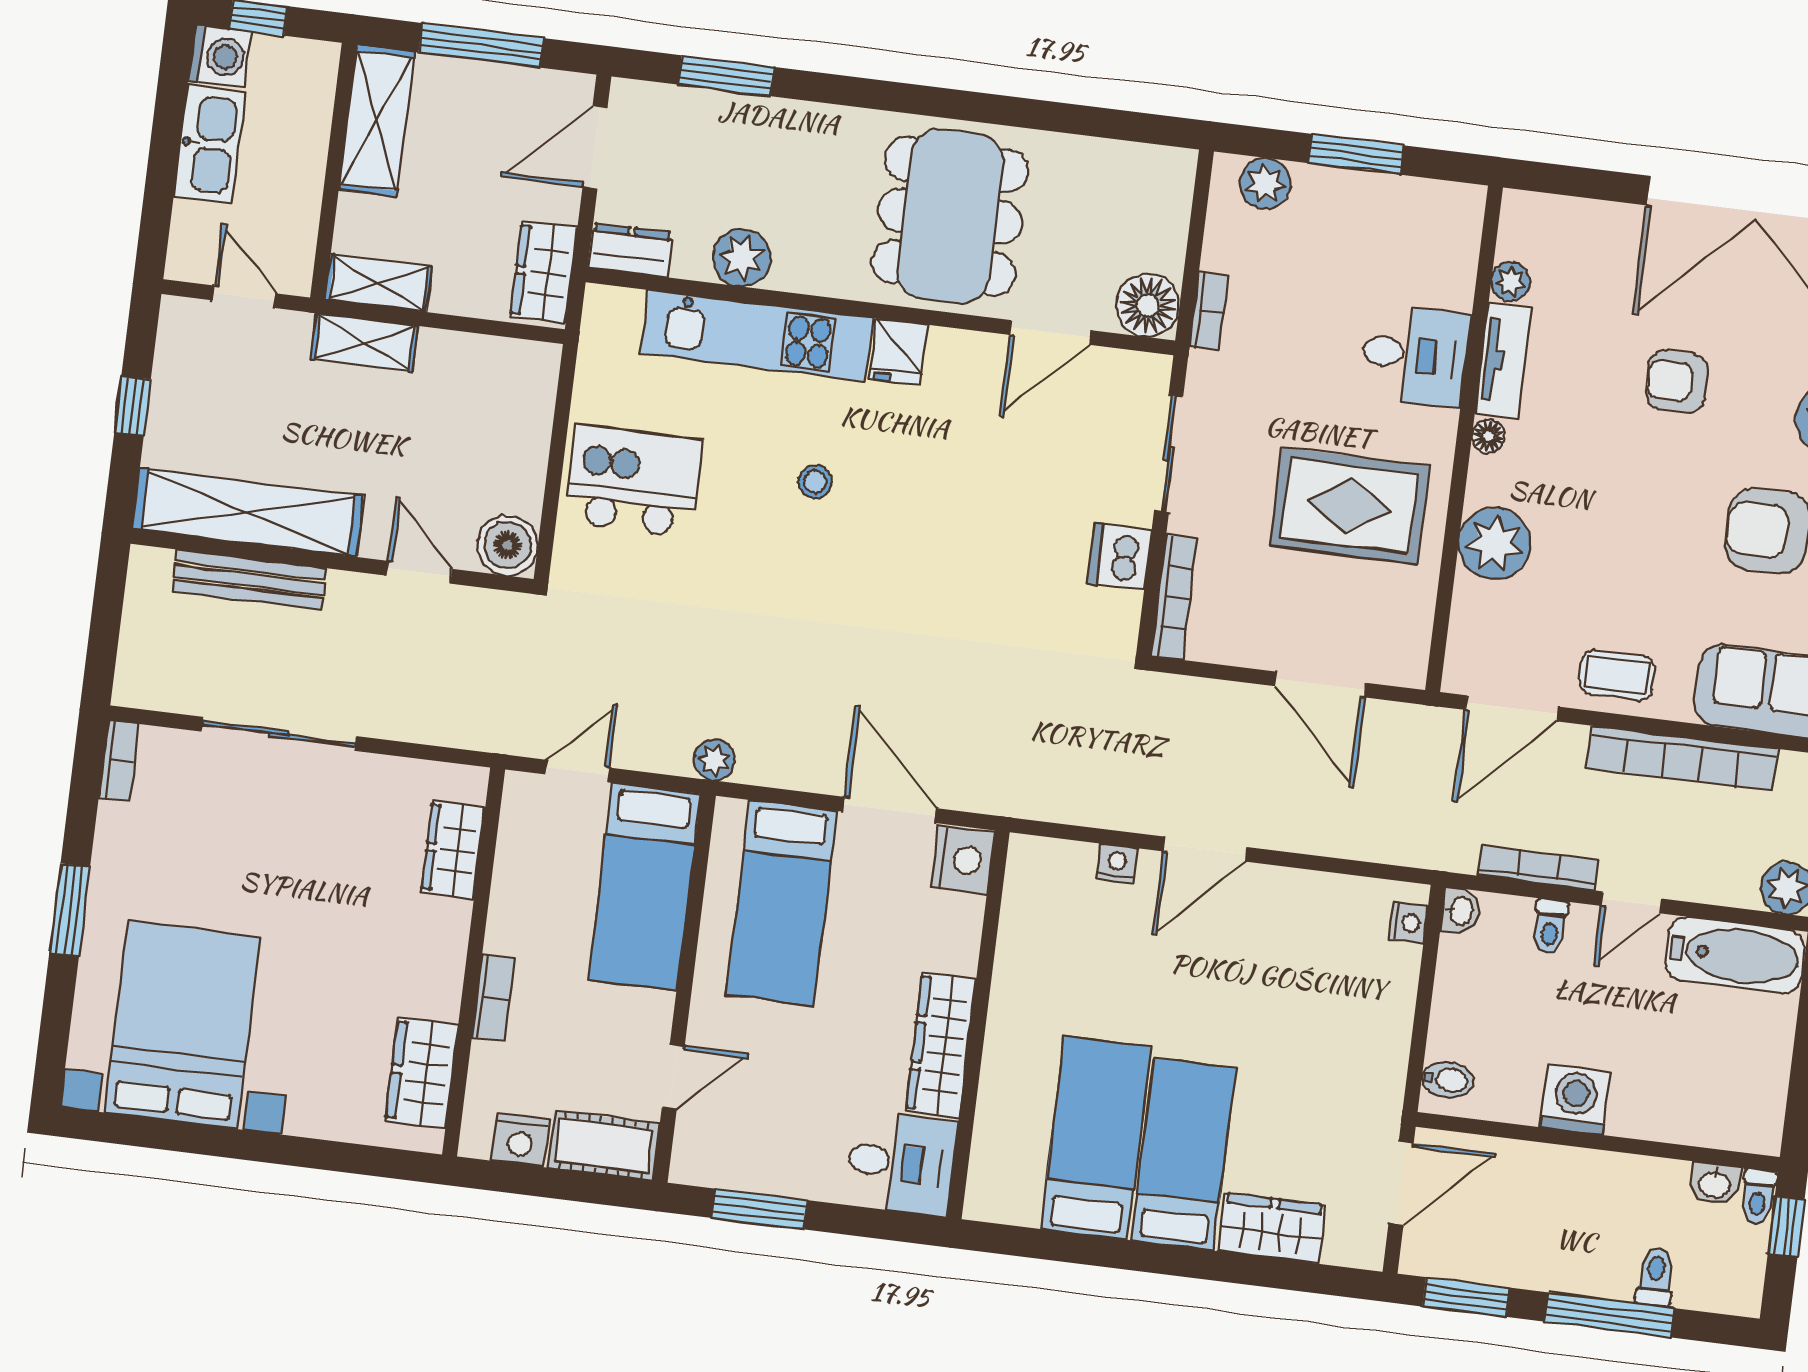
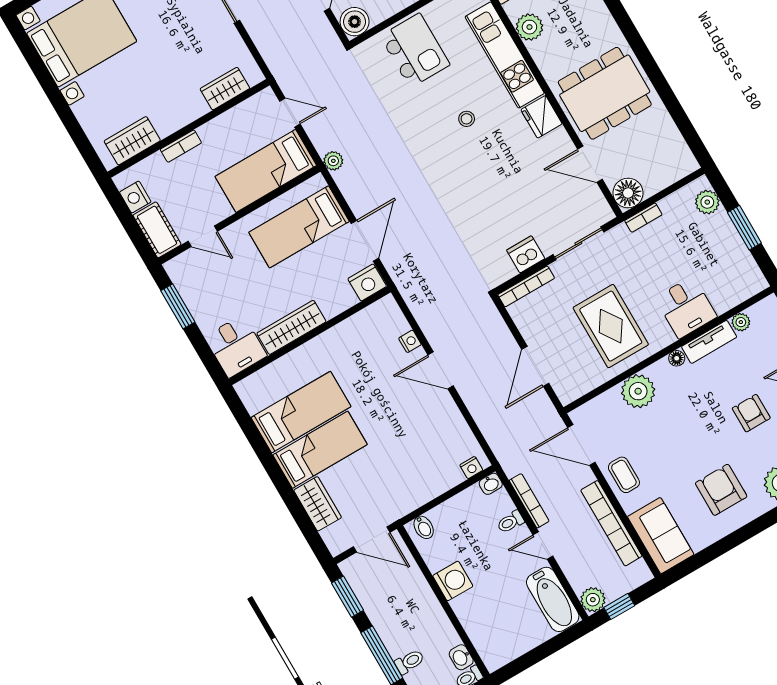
fridge: (898, 352) -> (541, 117), width x1.38

